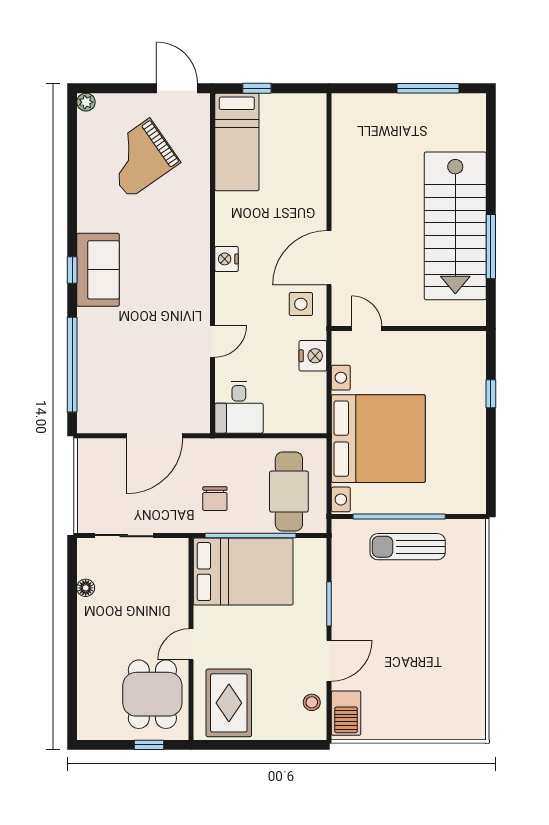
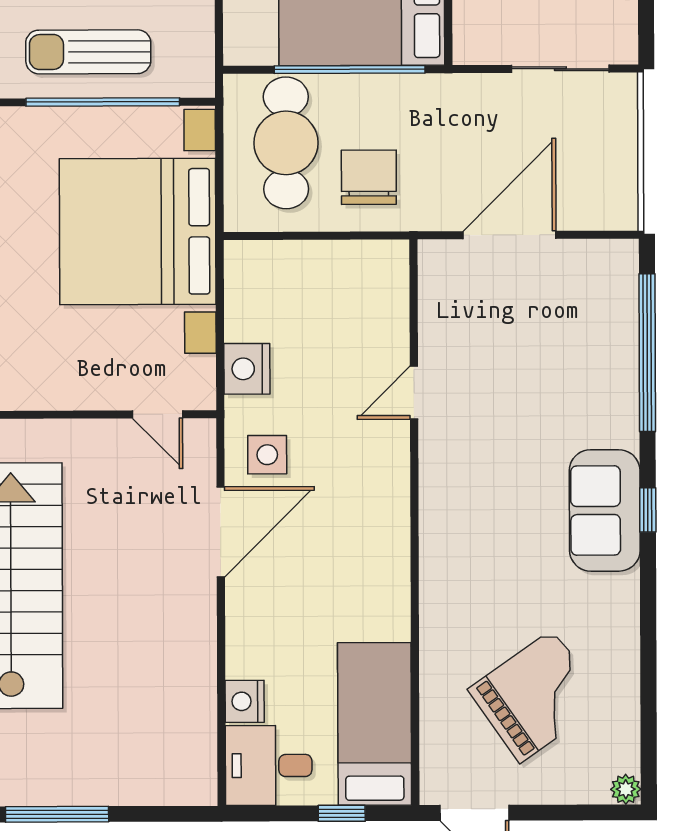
nightstand: (227, 259) -> (245, 701), moved, turned 180
desk: (239, 407) -> (269, 766), moved, turned -90
chair: (215, 499) -> (369, 177), moved, width x1.37, depth x1.37
sun lounger: (408, 547) -> (88, 52), turned 180

